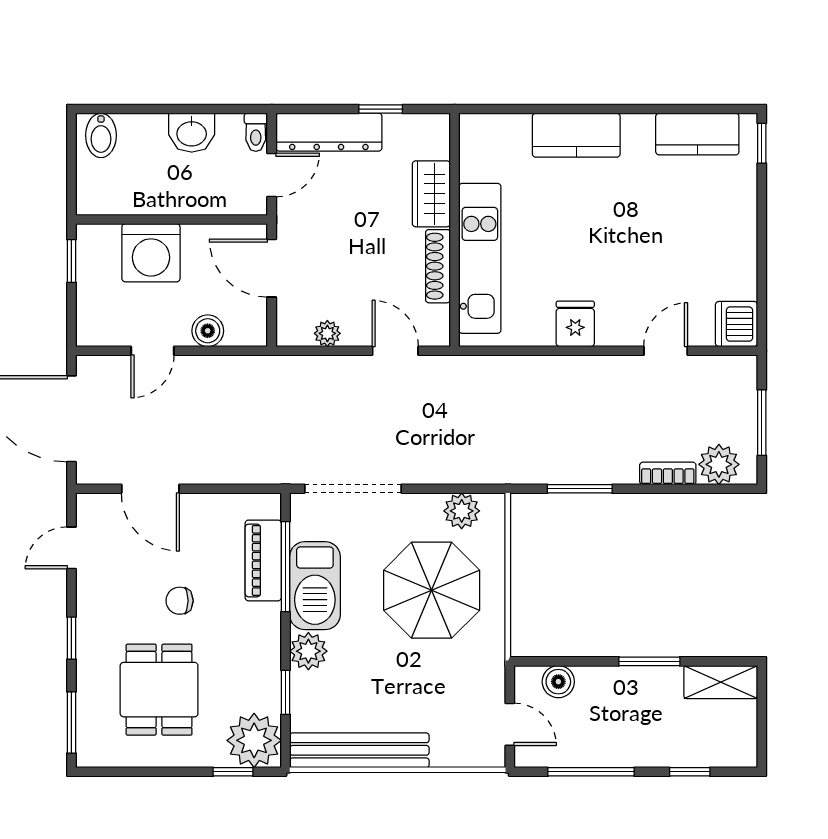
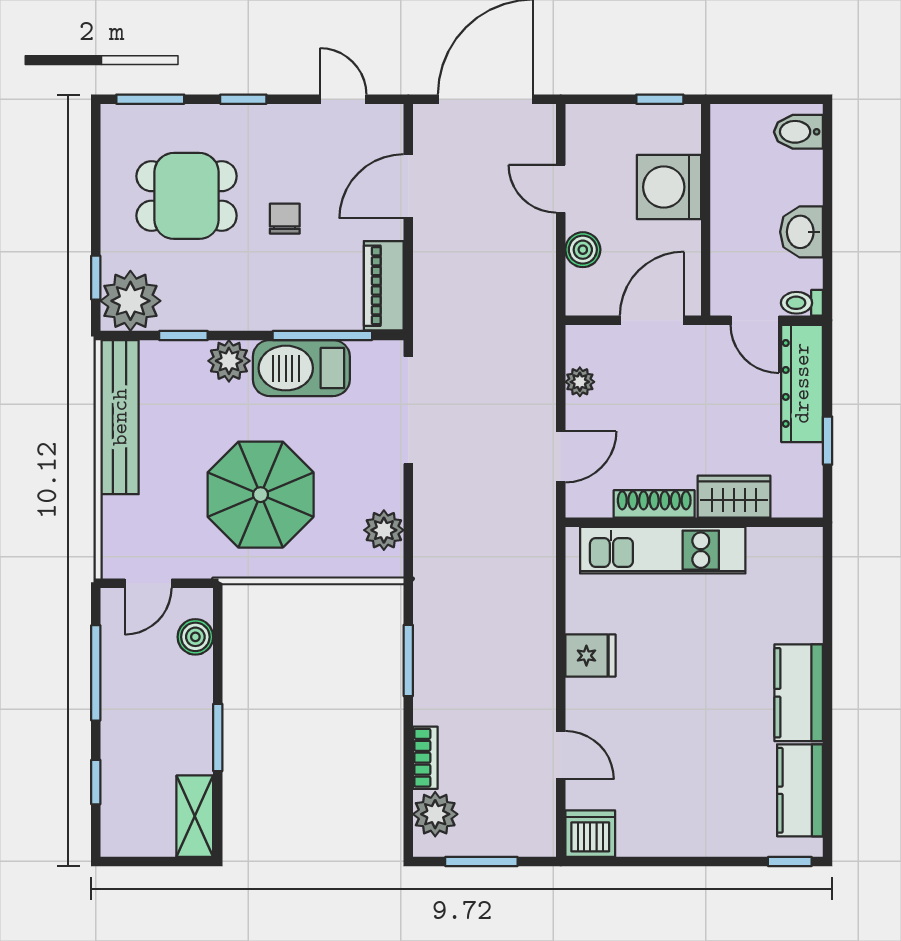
kitchen counter: (576, 135) -> (799, 693), moved
piano: (263, 560) -> (384, 286), moved, turned -90
parasol: (432, 590) -> (261, 495), moved

